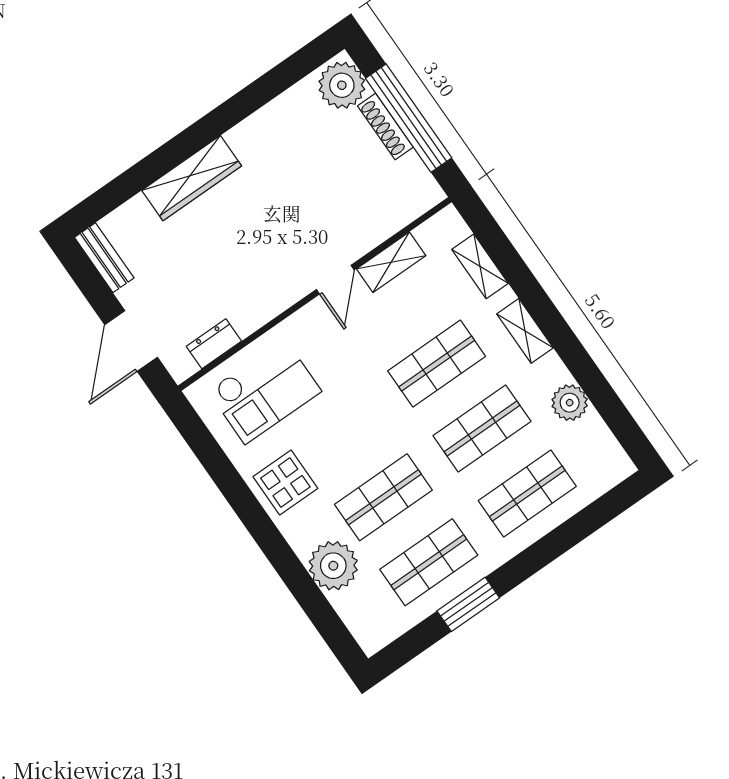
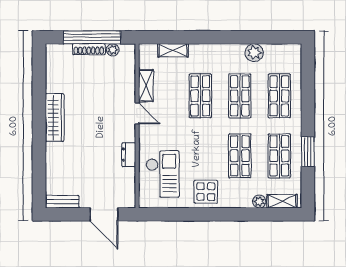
plant: (342, 85) -> (113, 50), moved, width x0.53, depth x0.53
wardrobe: (192, 178) -> (55, 118), moved
shelving: (525, 331) -> (282, 201), moved
dresser: (214, 344) -> (129, 155), moved
plant: (333, 566) -> (259, 202), width x0.53, depth x0.53

